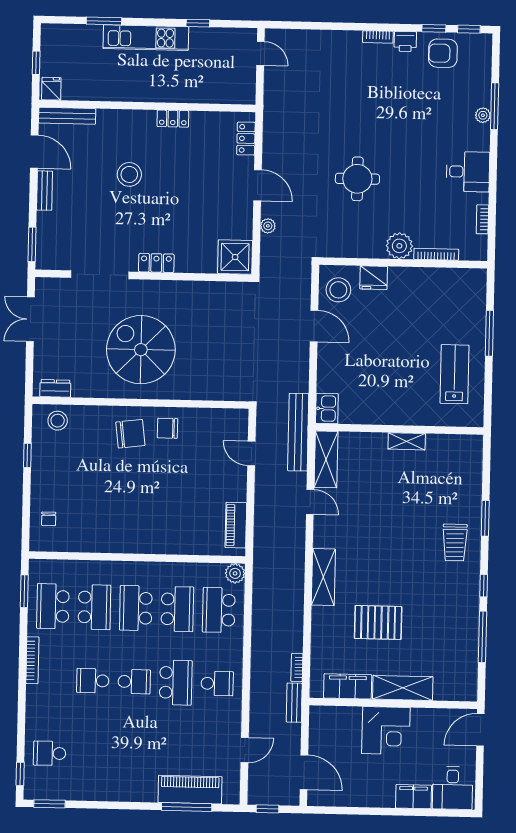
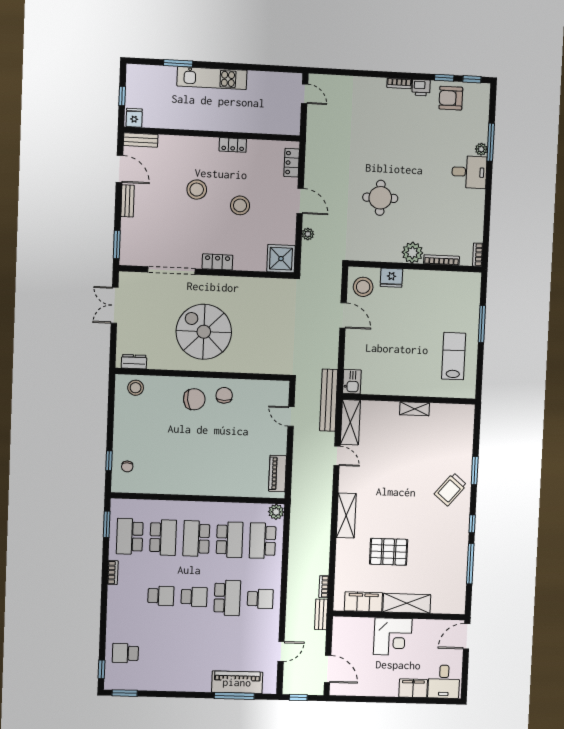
window: (198, 23) -> (255, 67), removed
bench: (67, 116) -> (141, 140), width x0.73
desk: (468, 172) -> (469, 172), moved
stool: (183, 193) -> (240, 205), added
bookcase: (482, 219) -> (478, 255), moved
chair: (167, 428) -> (224, 395), turned 90
window: (27, 455) -> (109, 461), moved
trolley: (455, 542) -> (450, 489), turned 40
bookcase: (32, 660) -> (113, 573), width x0.64
school desk: (93, 681) -> (161, 596), turned 180

